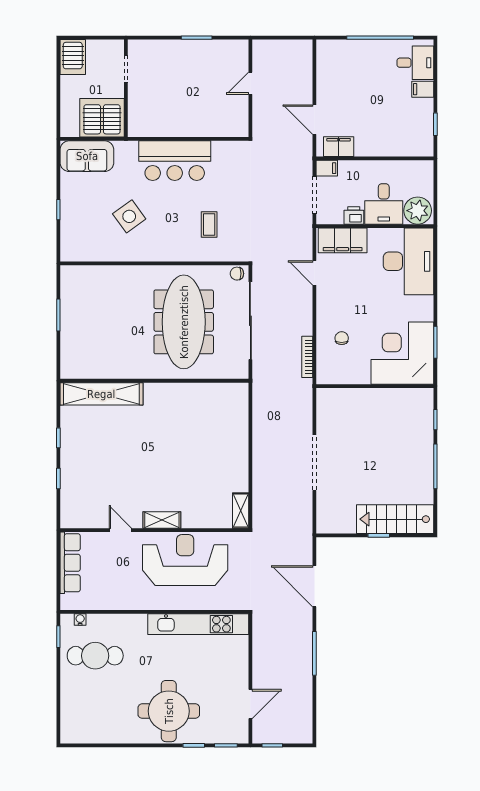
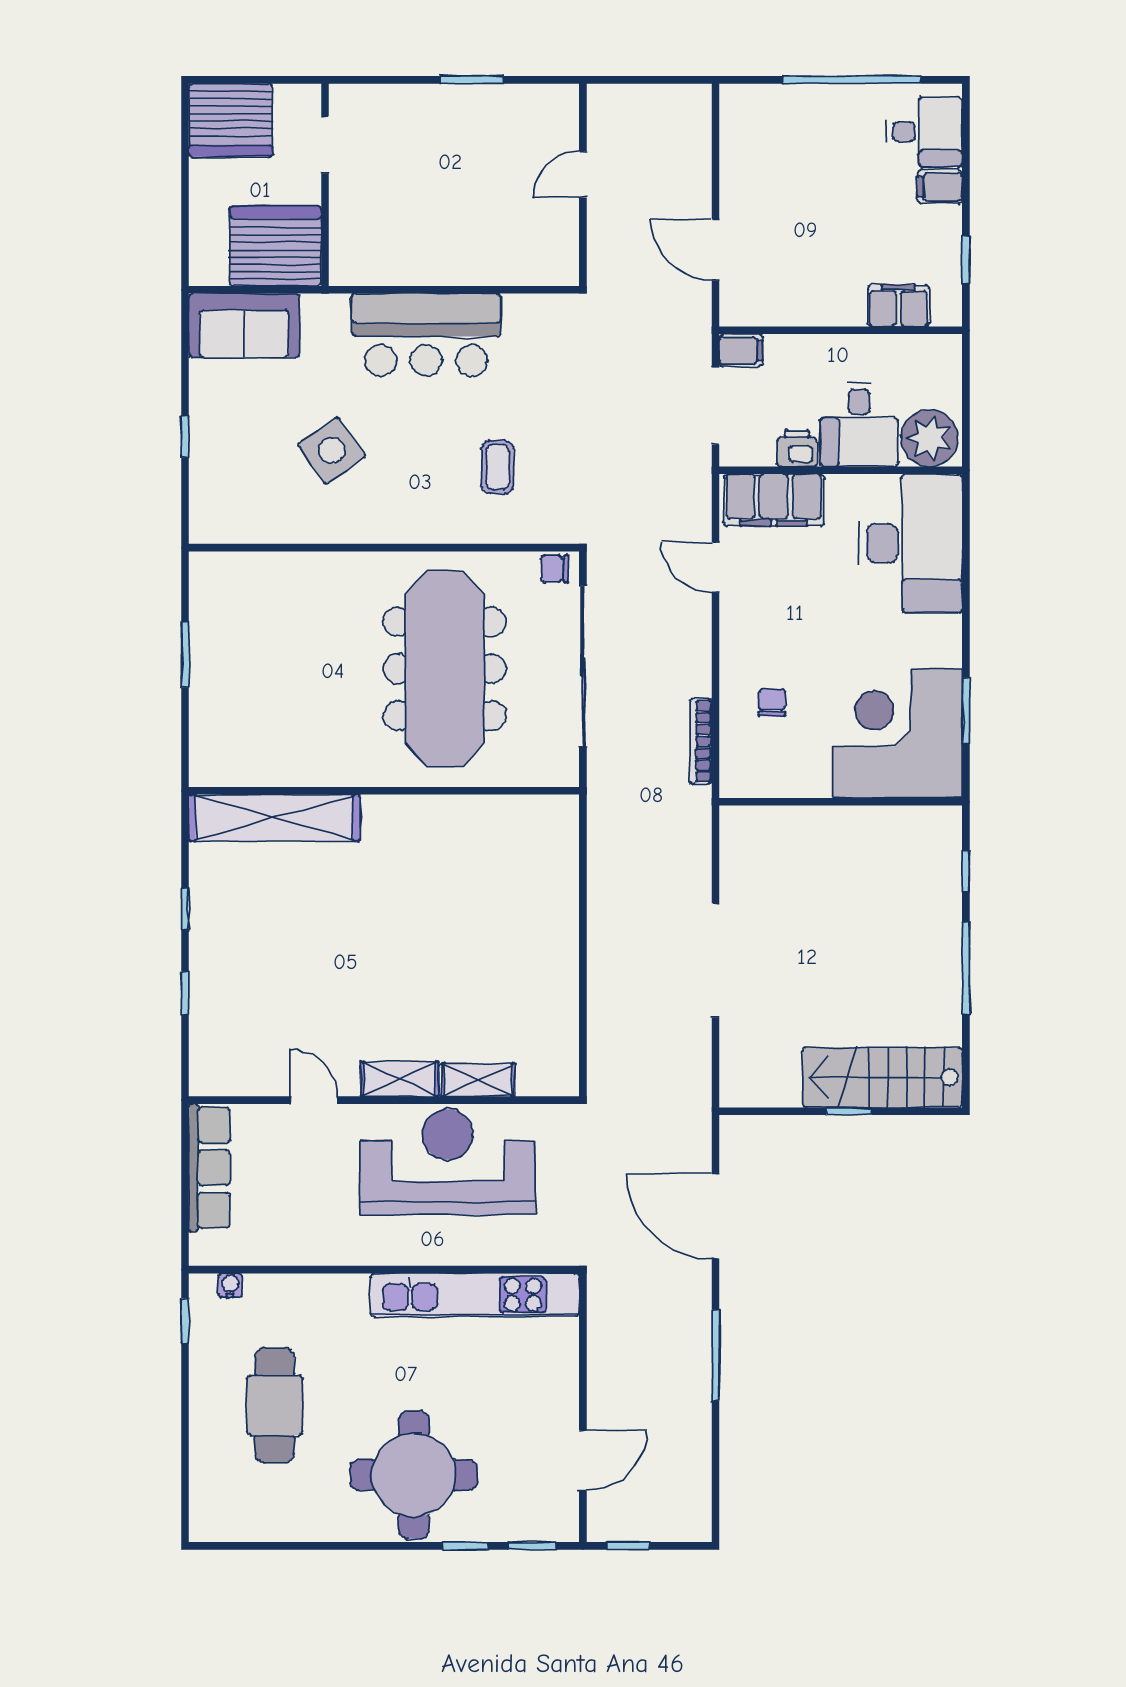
server rack: (73, 57) -> (231, 120), width x1.60
filing cabinet: (339, 147) -> (898, 306), moved
shelving: (241, 511) -> (478, 1080), moved, turned 90
cafe table: (95, 656) -> (275, 1405), moved, turned 90

